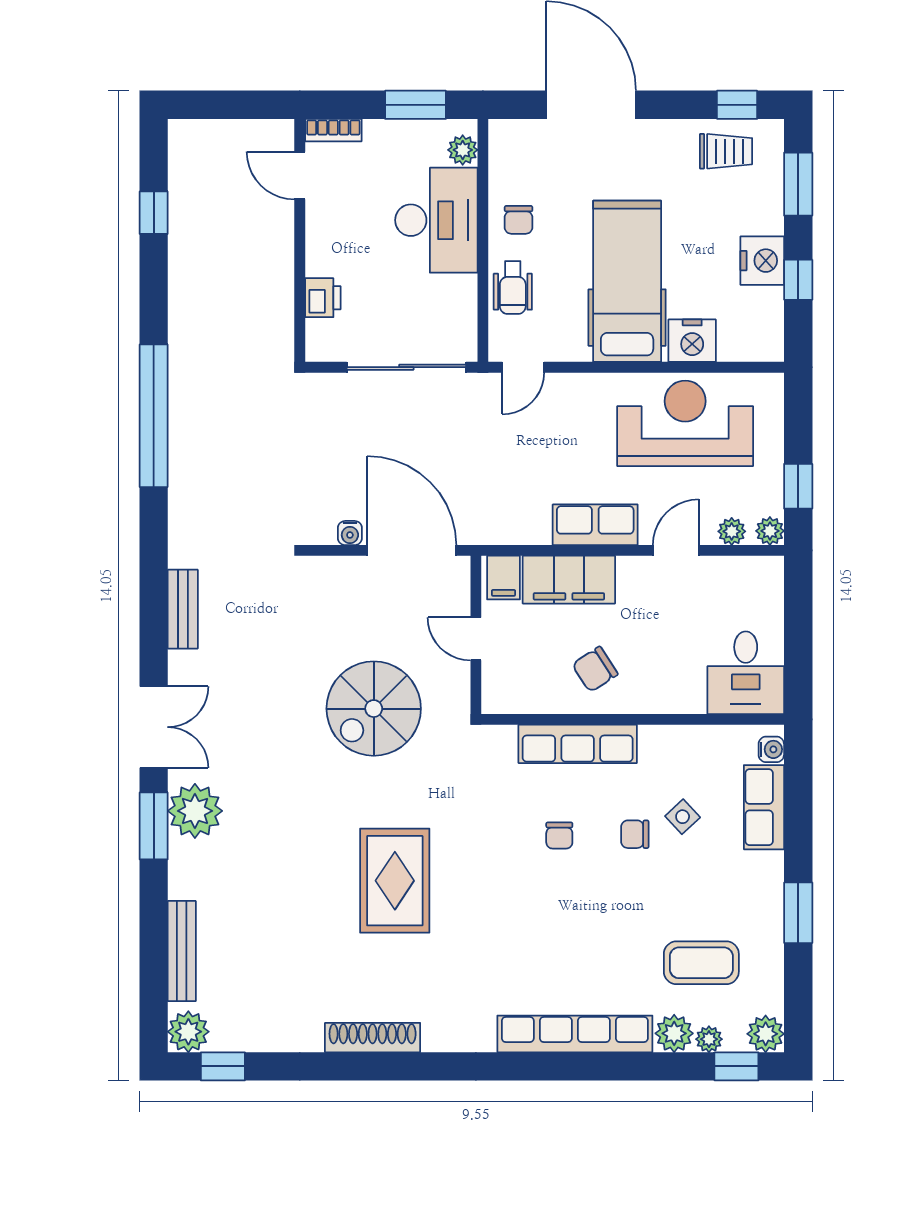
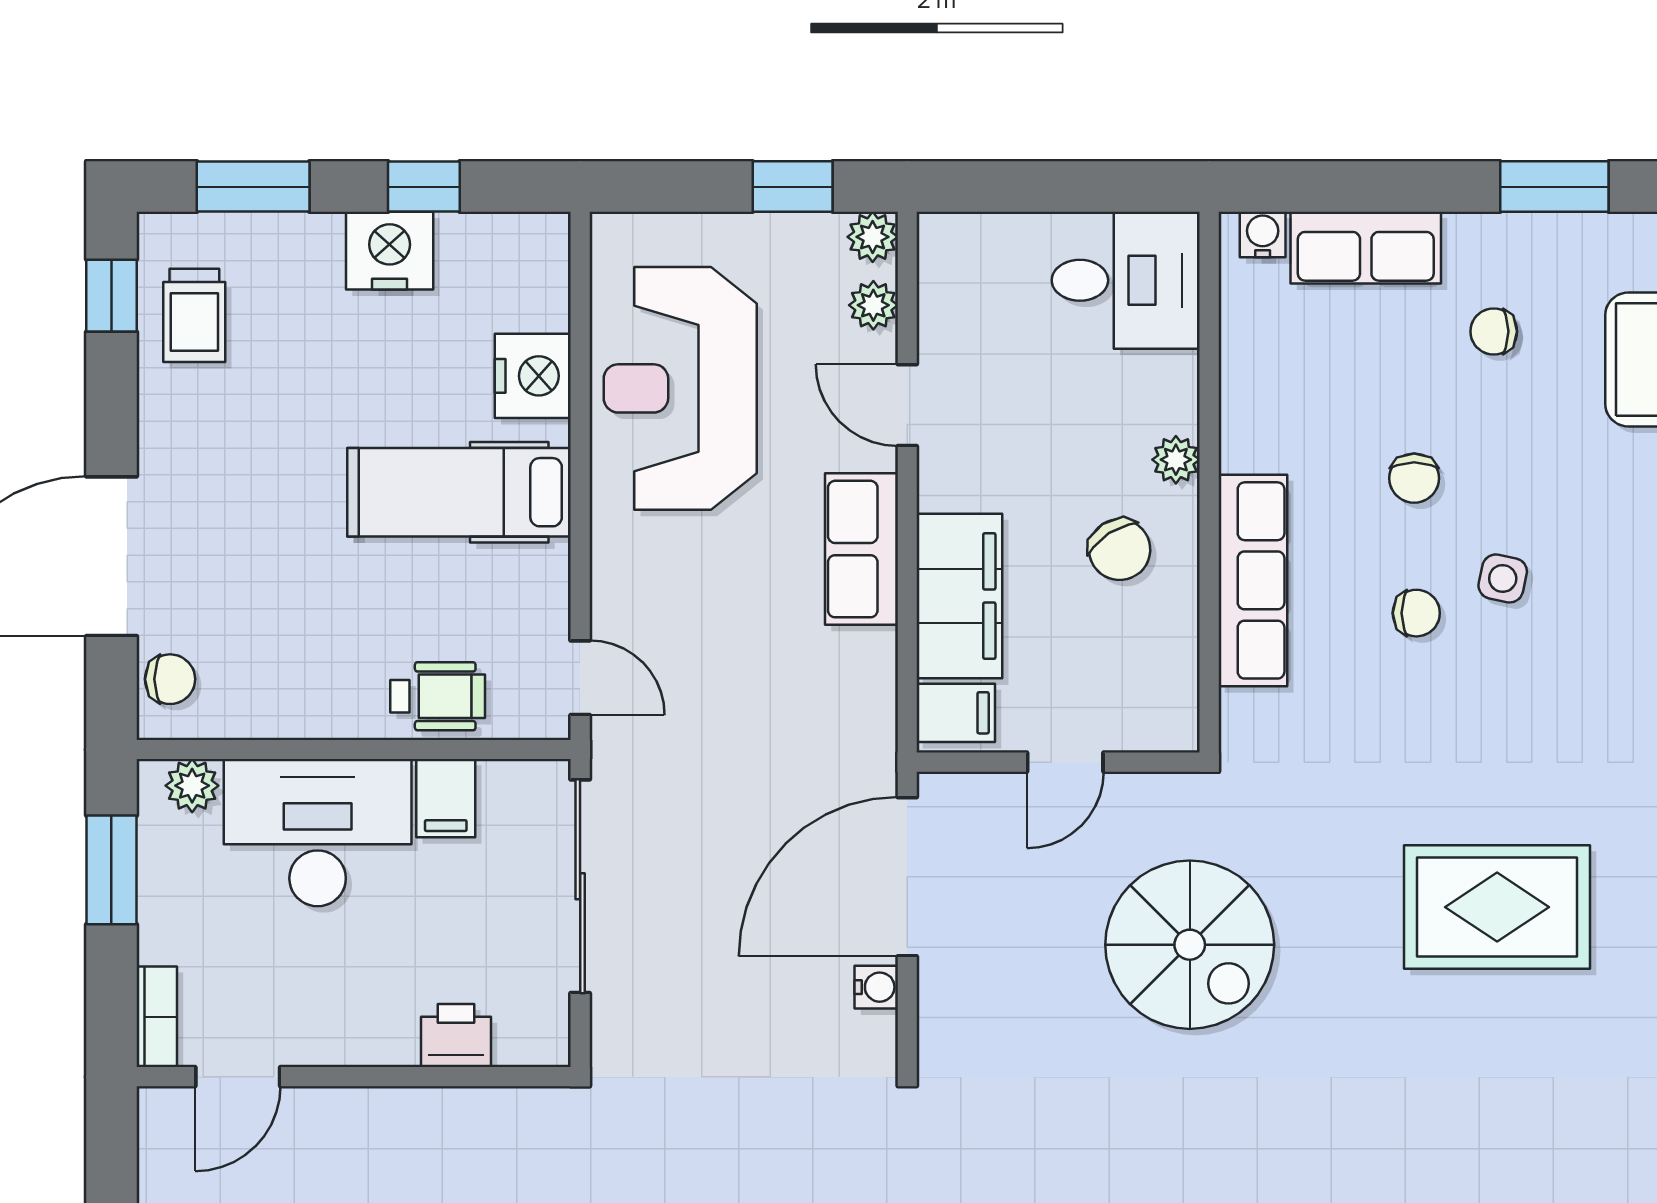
trolley: (726, 151) -> (194, 315), turned 180
chair: (519, 220) -> (170, 679), moved
hospital bed: (627, 281) -> (459, 492), width x0.73, depth x0.78
filing cabinet: (456, 292) -> (446, 798), added
plant: (645, 701) -> (1176, 460), added
side table: (683, 817) -> (1503, 578), moved, turned -35
chair: (717, 879) -> (1494, 331), added

